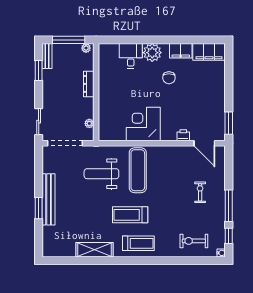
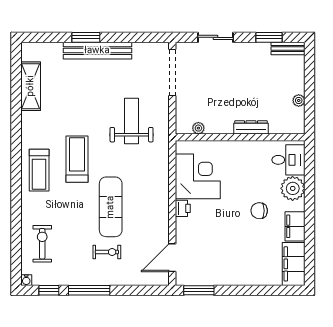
window: (69, 40) -> (310, 77), removed
dresser: (89, 84) -> (251, 127), moved
wall: (96, 92) -> (240, 137), moved
sliding door: (39, 122) -> (216, 37), moved
plant: (89, 123) -> (198, 128), moved
printer: (183, 135) -> (183, 208), moved
exercise mat: (138, 170) -> (111, 207), moved, turned 90
shelving: (95, 250) -> (31, 86), moved

